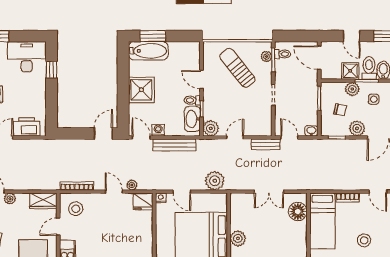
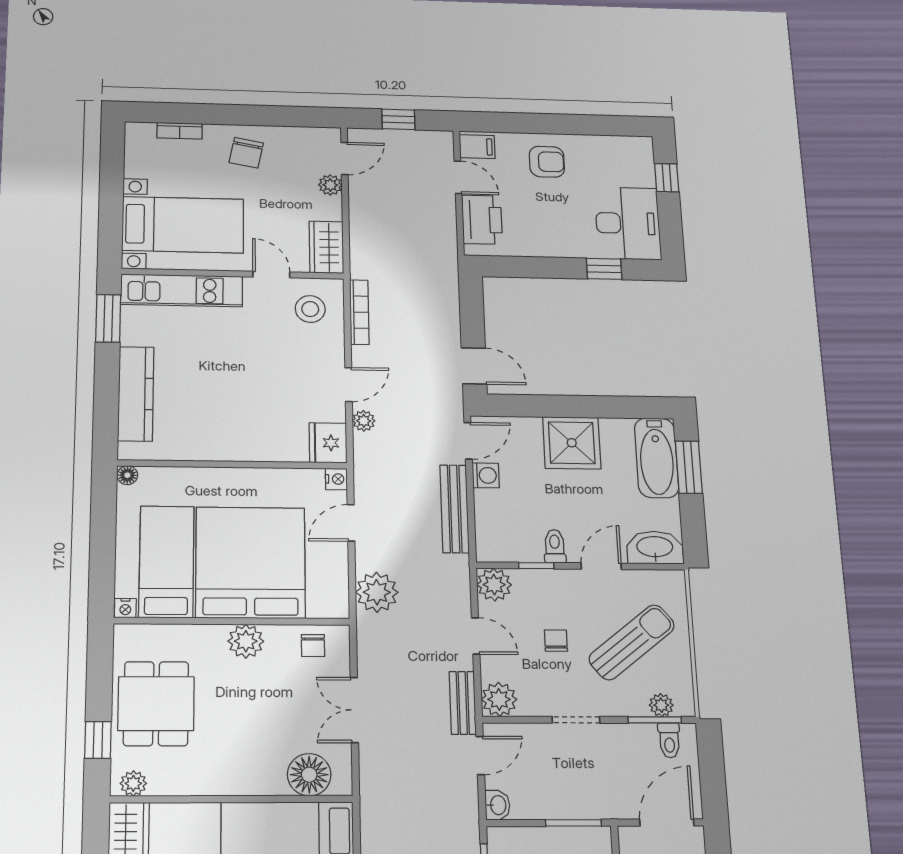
chair: (237, 102) -> (556, 641), added
washbasin: (192, 119) -> (655, 548), moved
plant: (264, 128) -> (499, 699), added
chair: (240, 209) -> (313, 646), added

